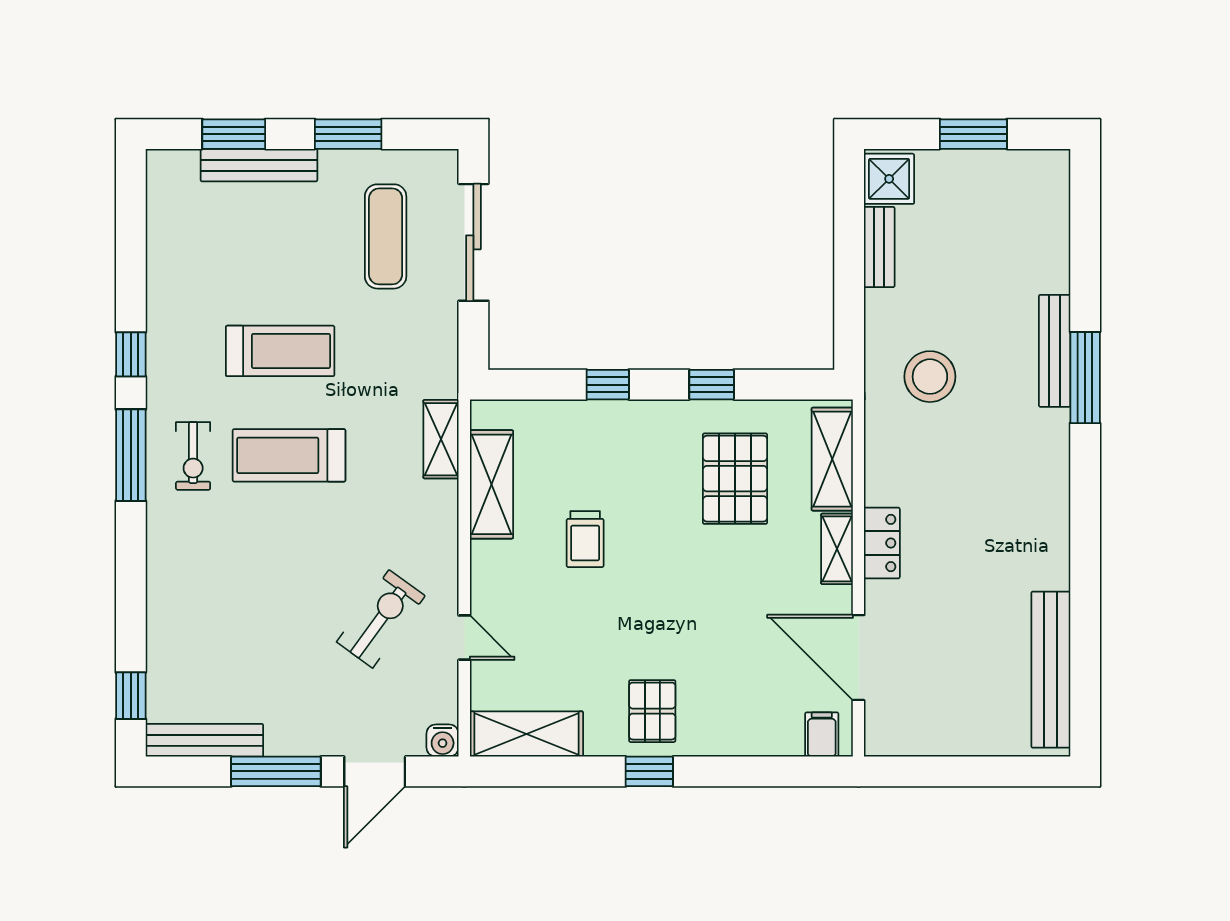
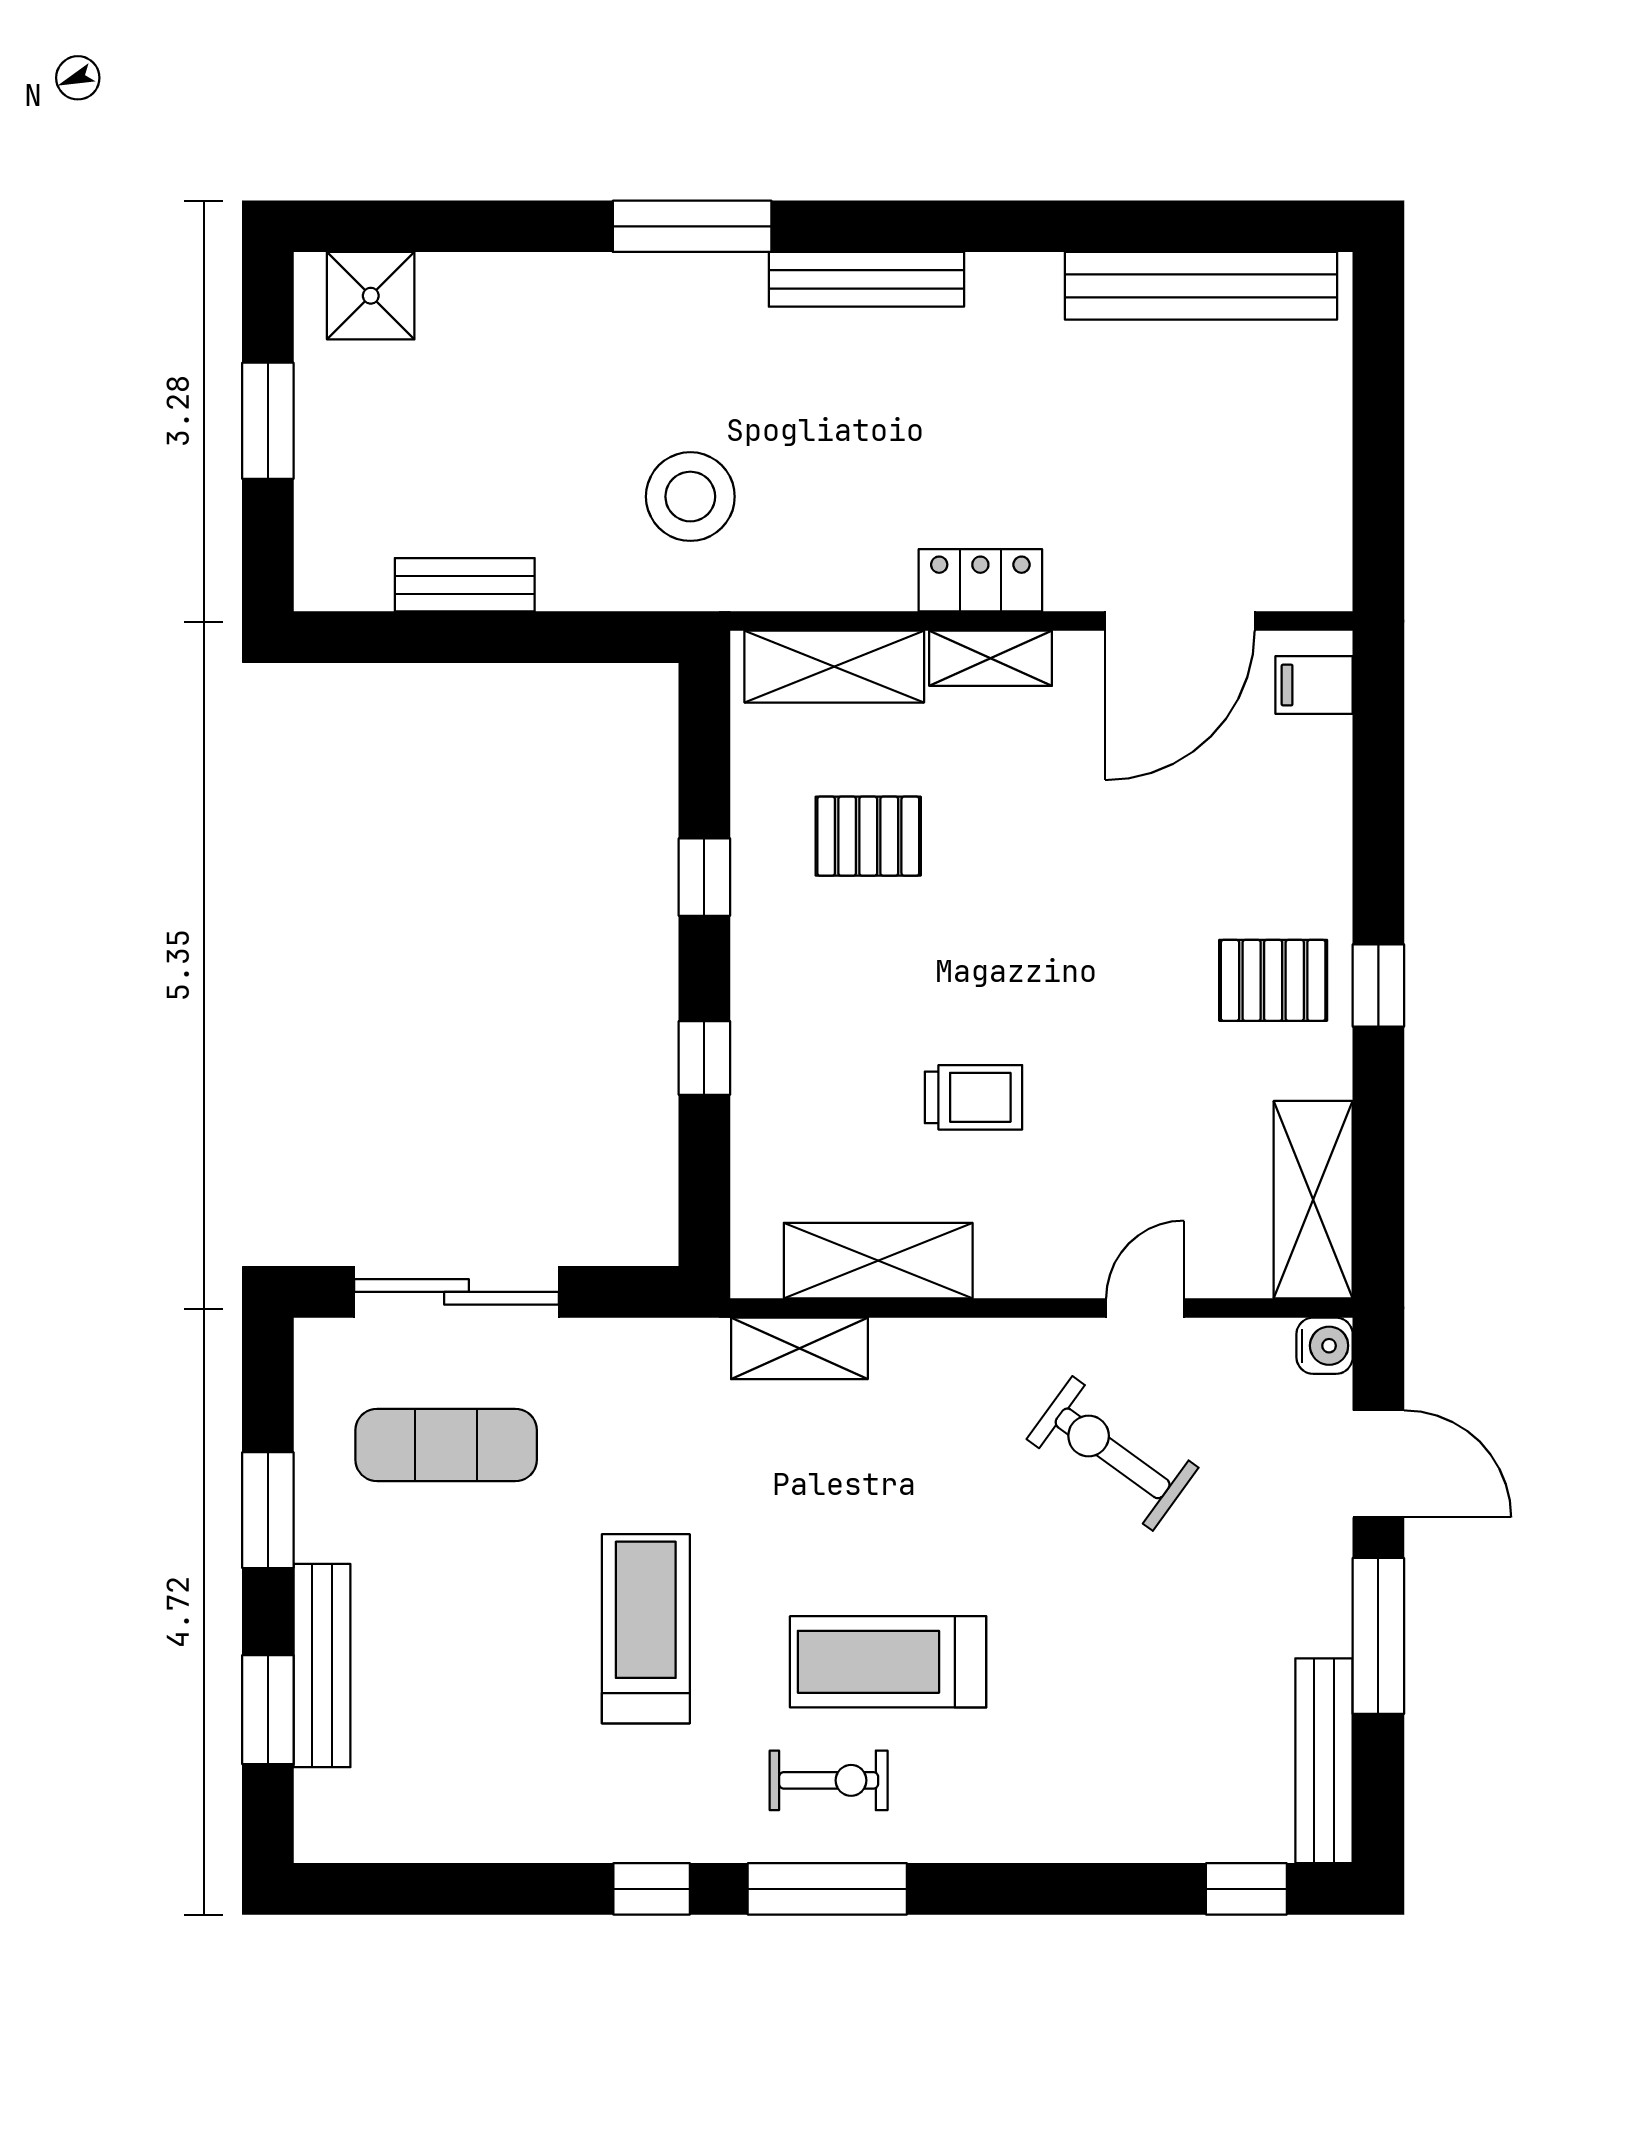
shower: (889, 179) -> (371, 296), moved
bench: (1055, 351) -> (866, 279), moved
treadmill: (289, 455) -> (888, 1662), moved, turned 90
pallet: (735, 479) -> (868, 836), width x0.67, depth x0.71

